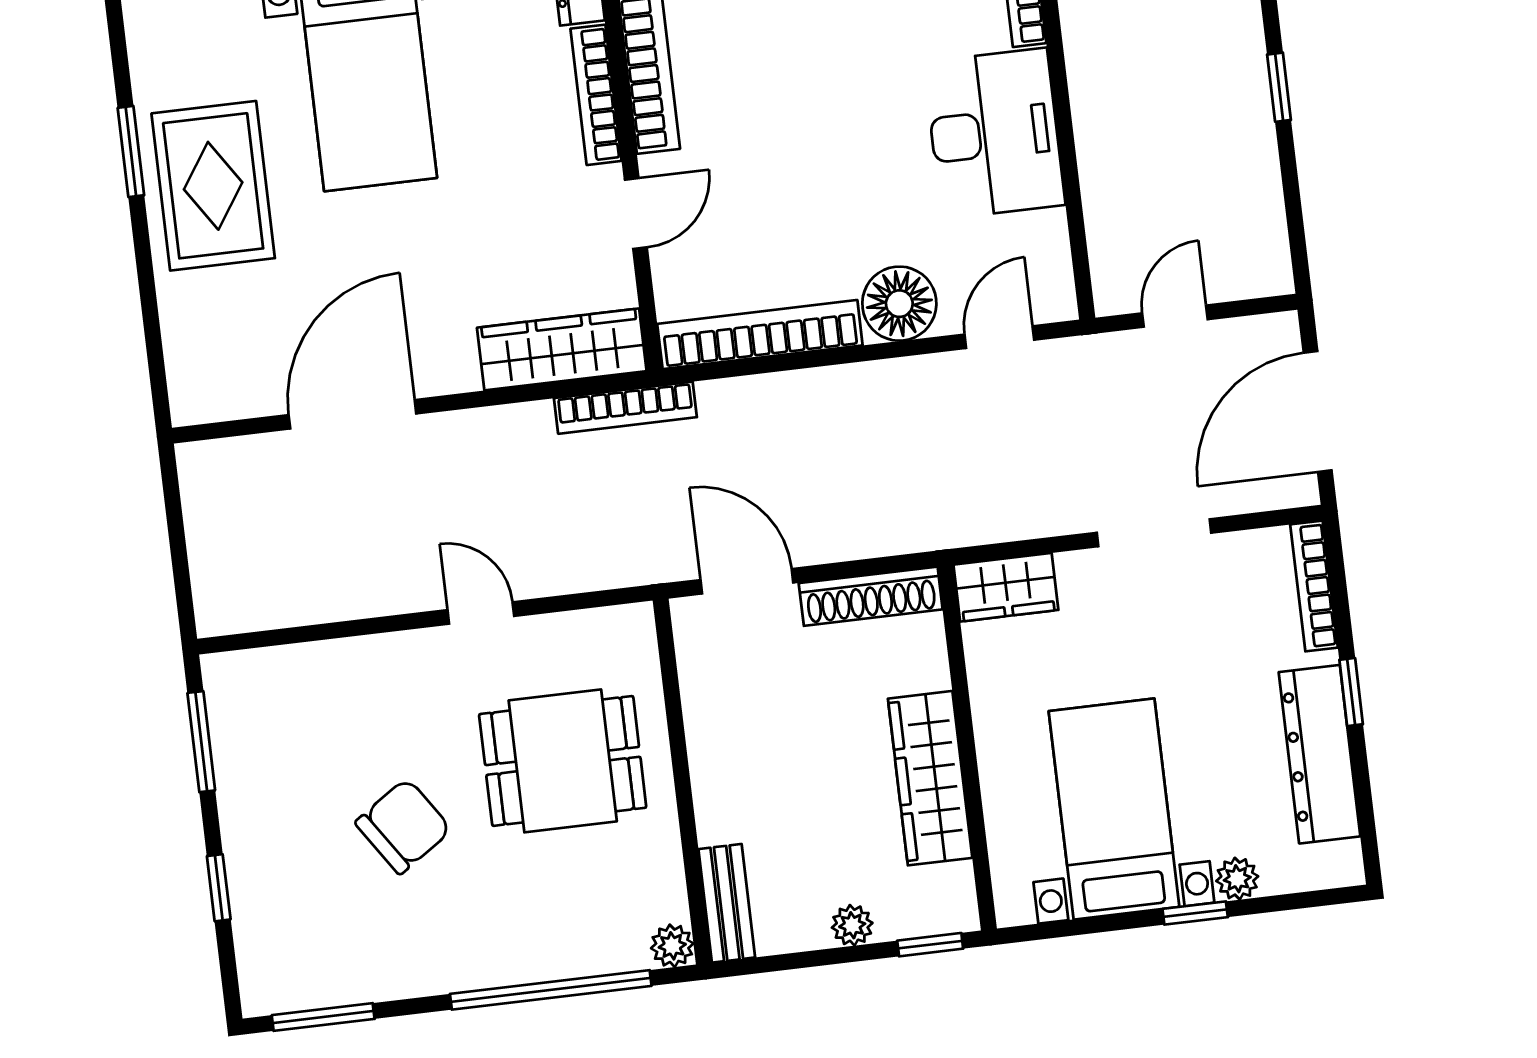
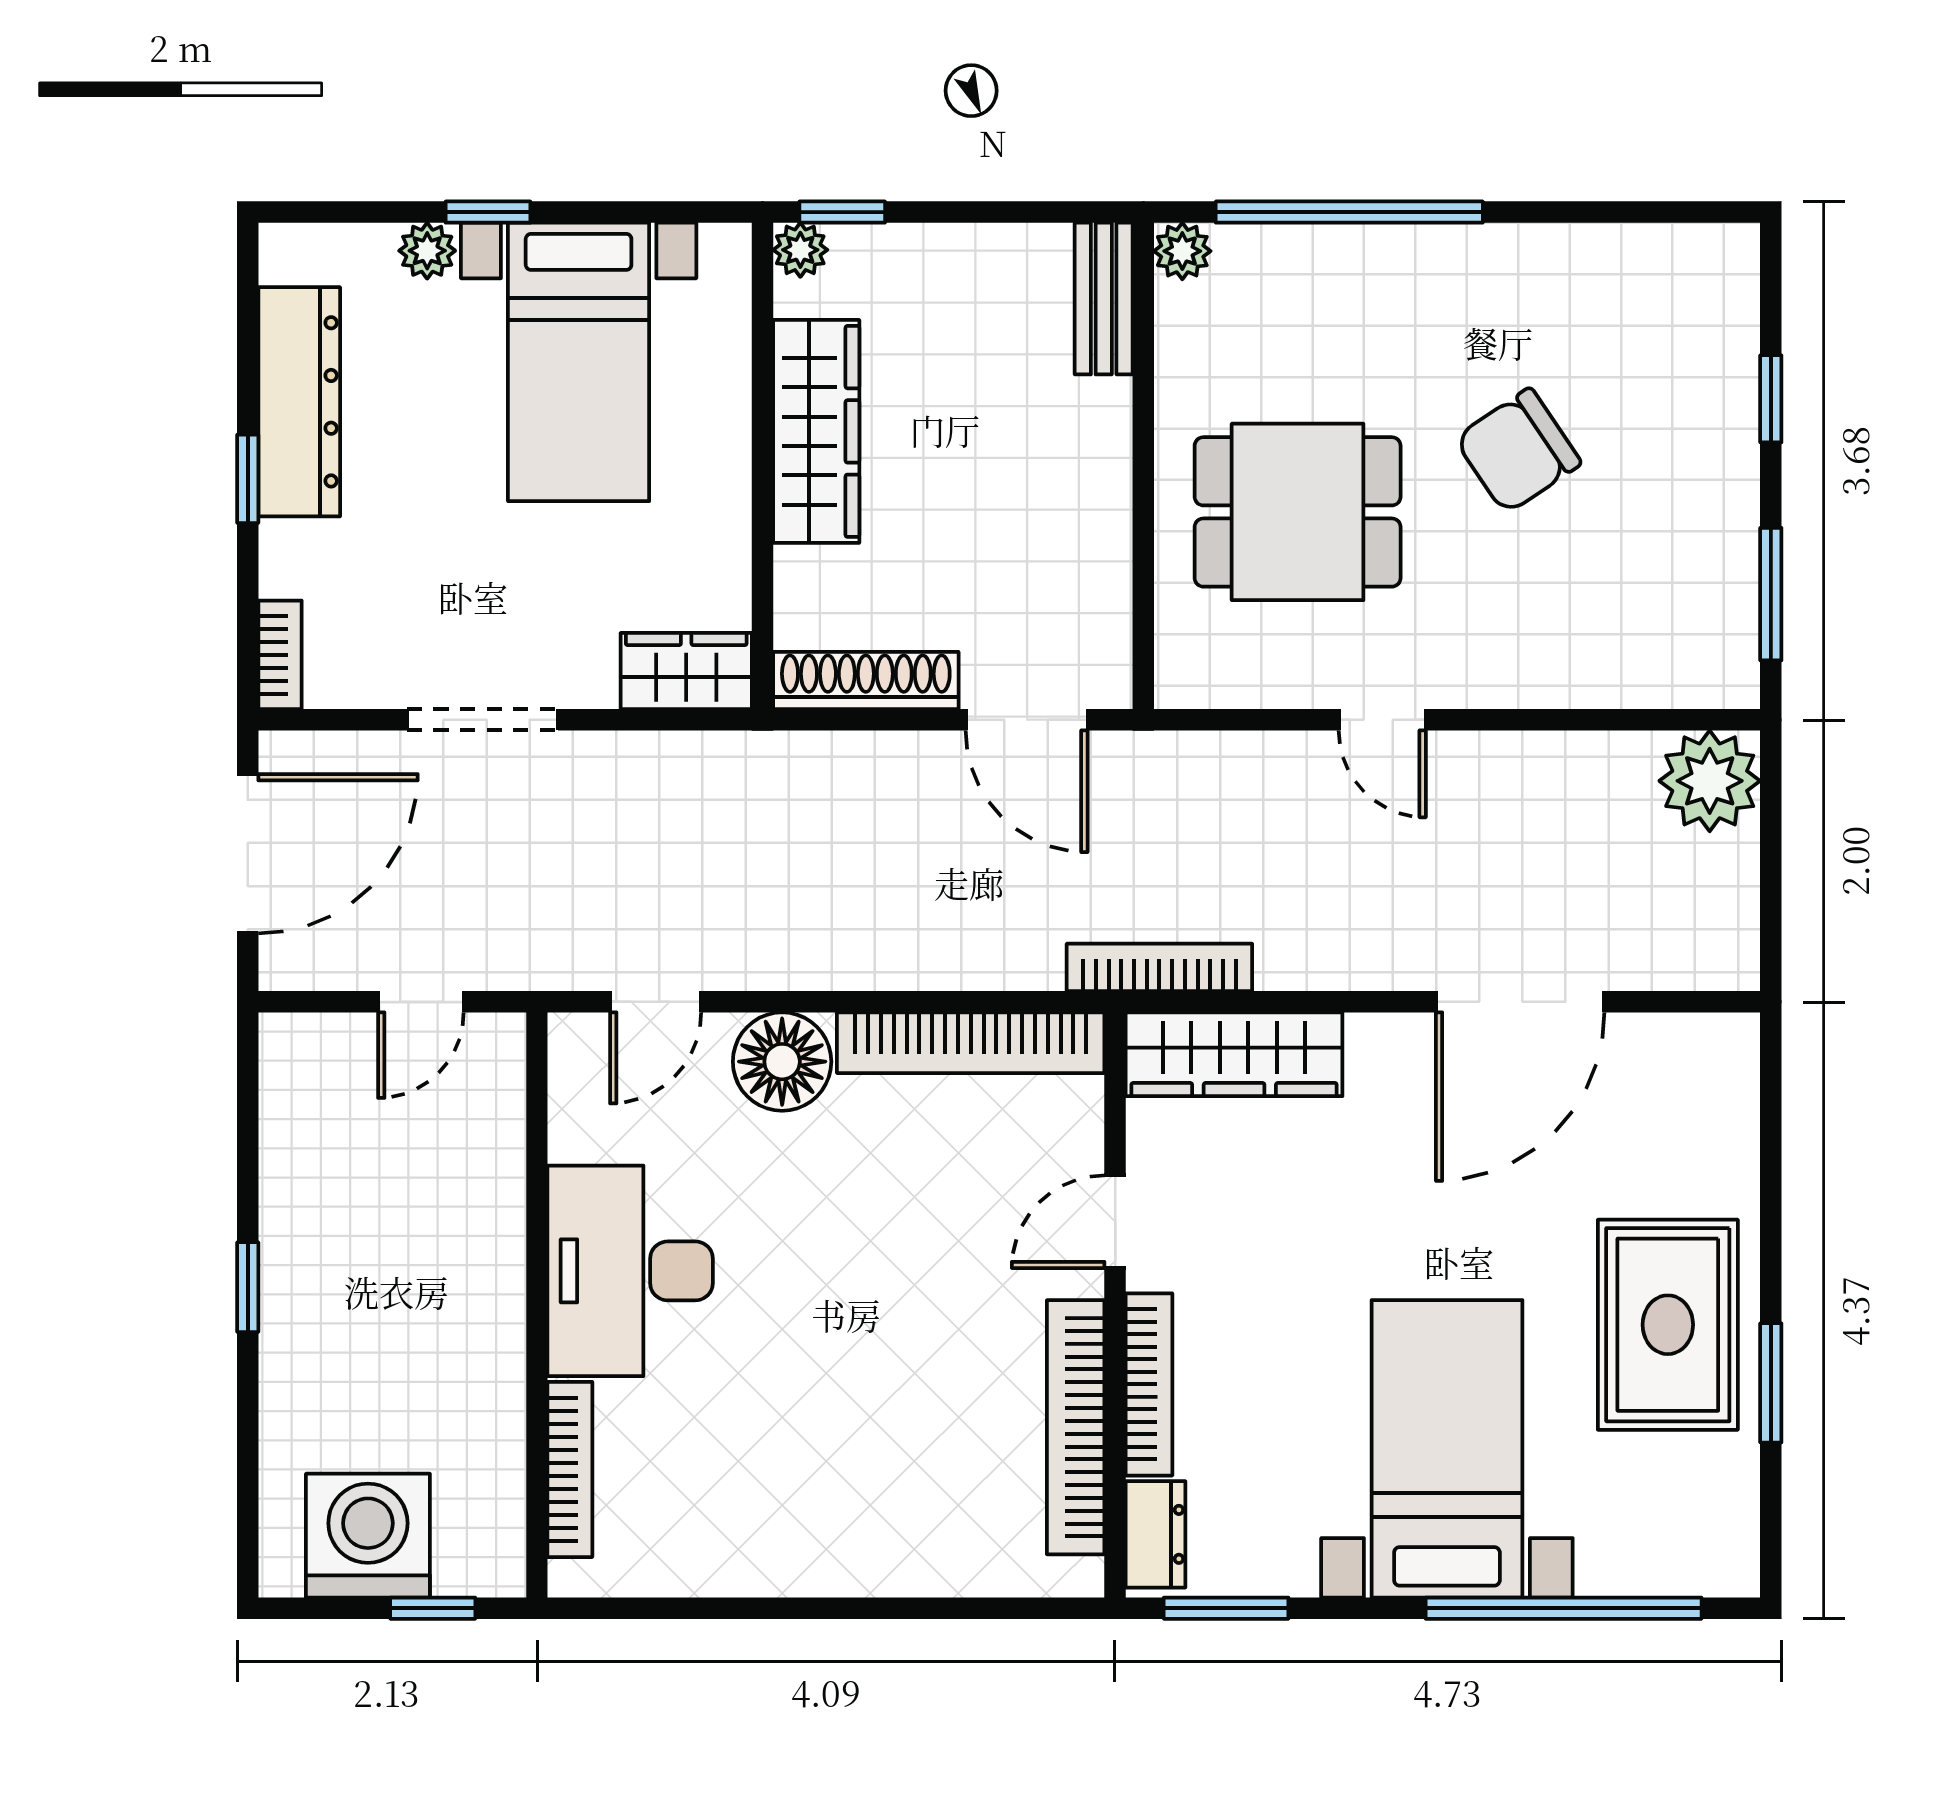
bookcase: (1314, 586) -> (280, 655), width x0.64
plant: (230, 596) -> (1710, 781), added
plant: (852, 925) -> (800, 250), moved
window: (323, 1017) -> (1653, 212), removed

